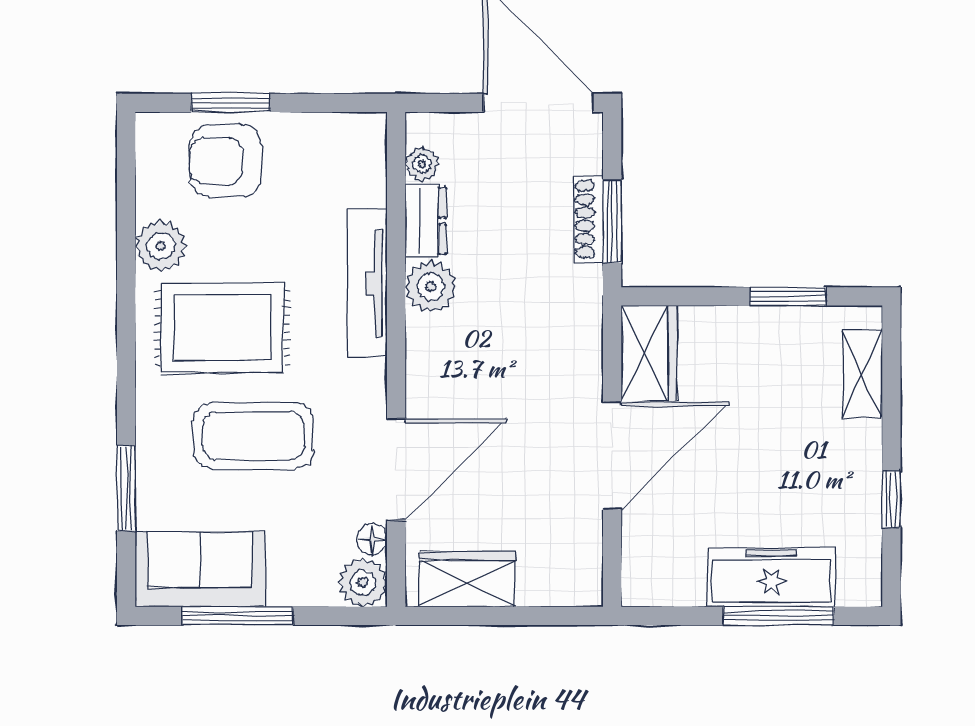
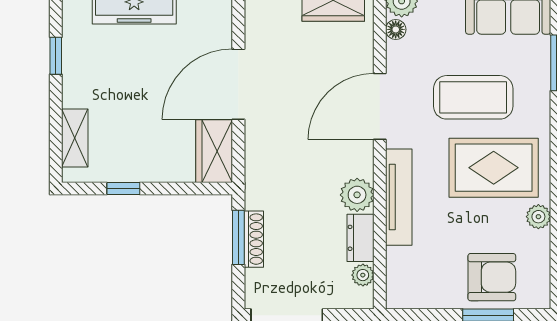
plant: (161, 246) -> (538, 217), width x0.73, depth x0.73
window: (788, 296) -> (123, 188), width x0.67
door: (396, 469) -> (380, 106), moved

